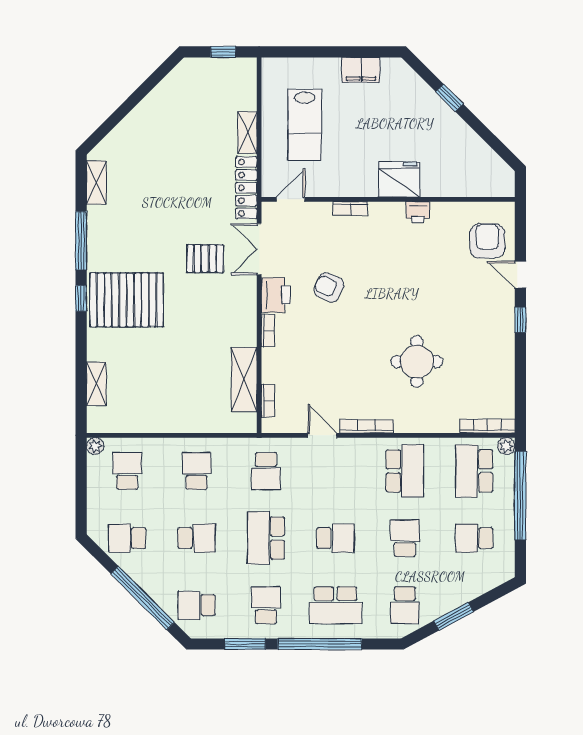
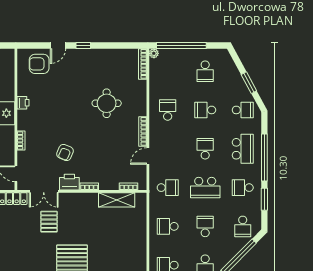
school desk: (405, 471) -> (168, 110), width x0.54
school desk: (474, 471) -> (168, 71), removed

